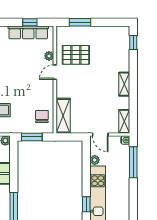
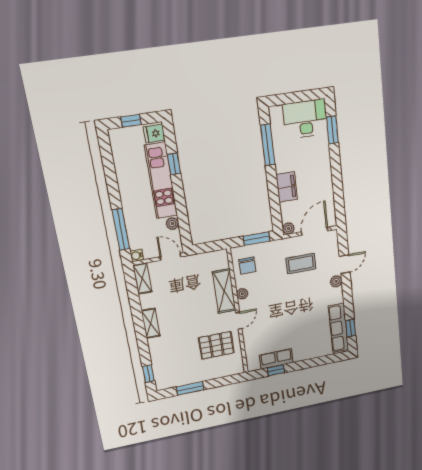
window: (80, 22) -> (190, 388), moved
row of seats: (28, 32) -> (276, 359), width x0.68
plant: (49, 56) -> (242, 294), moved
shelving: (63, 116) -> (224, 291), moved

